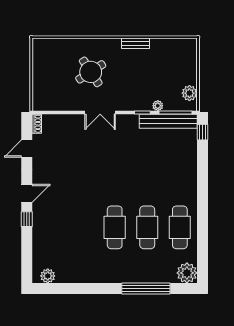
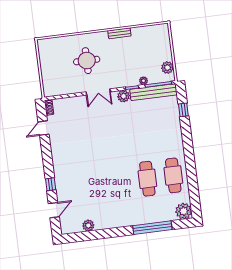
round table: (91, 72) -> (87, 61), turned 33
plant: (131, 122) -> (124, 96), added
window: (203, 132) -> (183, 110), moved
door: (27, 193) -> (54, 210), moved
cafe table: (115, 227) -> (121, 182), removed
plant: (48, 276) -> (88, 225), moved

